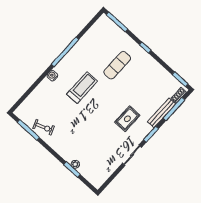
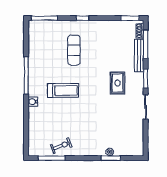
treadmill: (82, 88) -> (63, 90), turned 90

